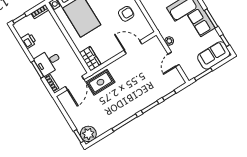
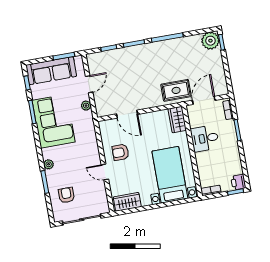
printer: (29, 41) -> (238, 182), moved
sofa: (214, 55) -> (51, 71), width x1.36
desk: (48, 62) -> (205, 138), moved, turned 180

